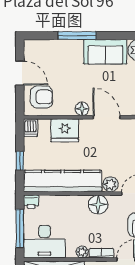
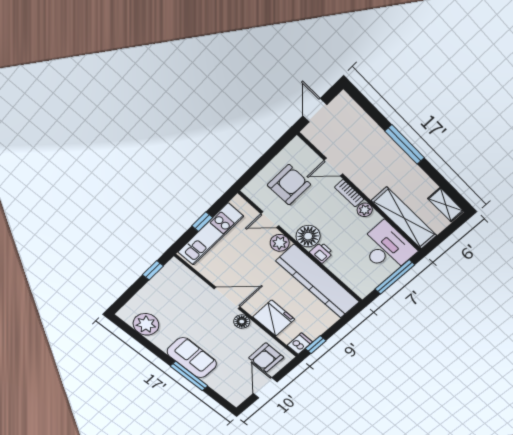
sofa: (105, 52) -> (192, 358), moved
armchair: (42, 97) -> (266, 358), turned -90
door: (107, 117) -> (227, 298), swing flipped
window: (20, 161) -> (316, 345), moved
printer: (31, 202) -> (321, 253), moved

